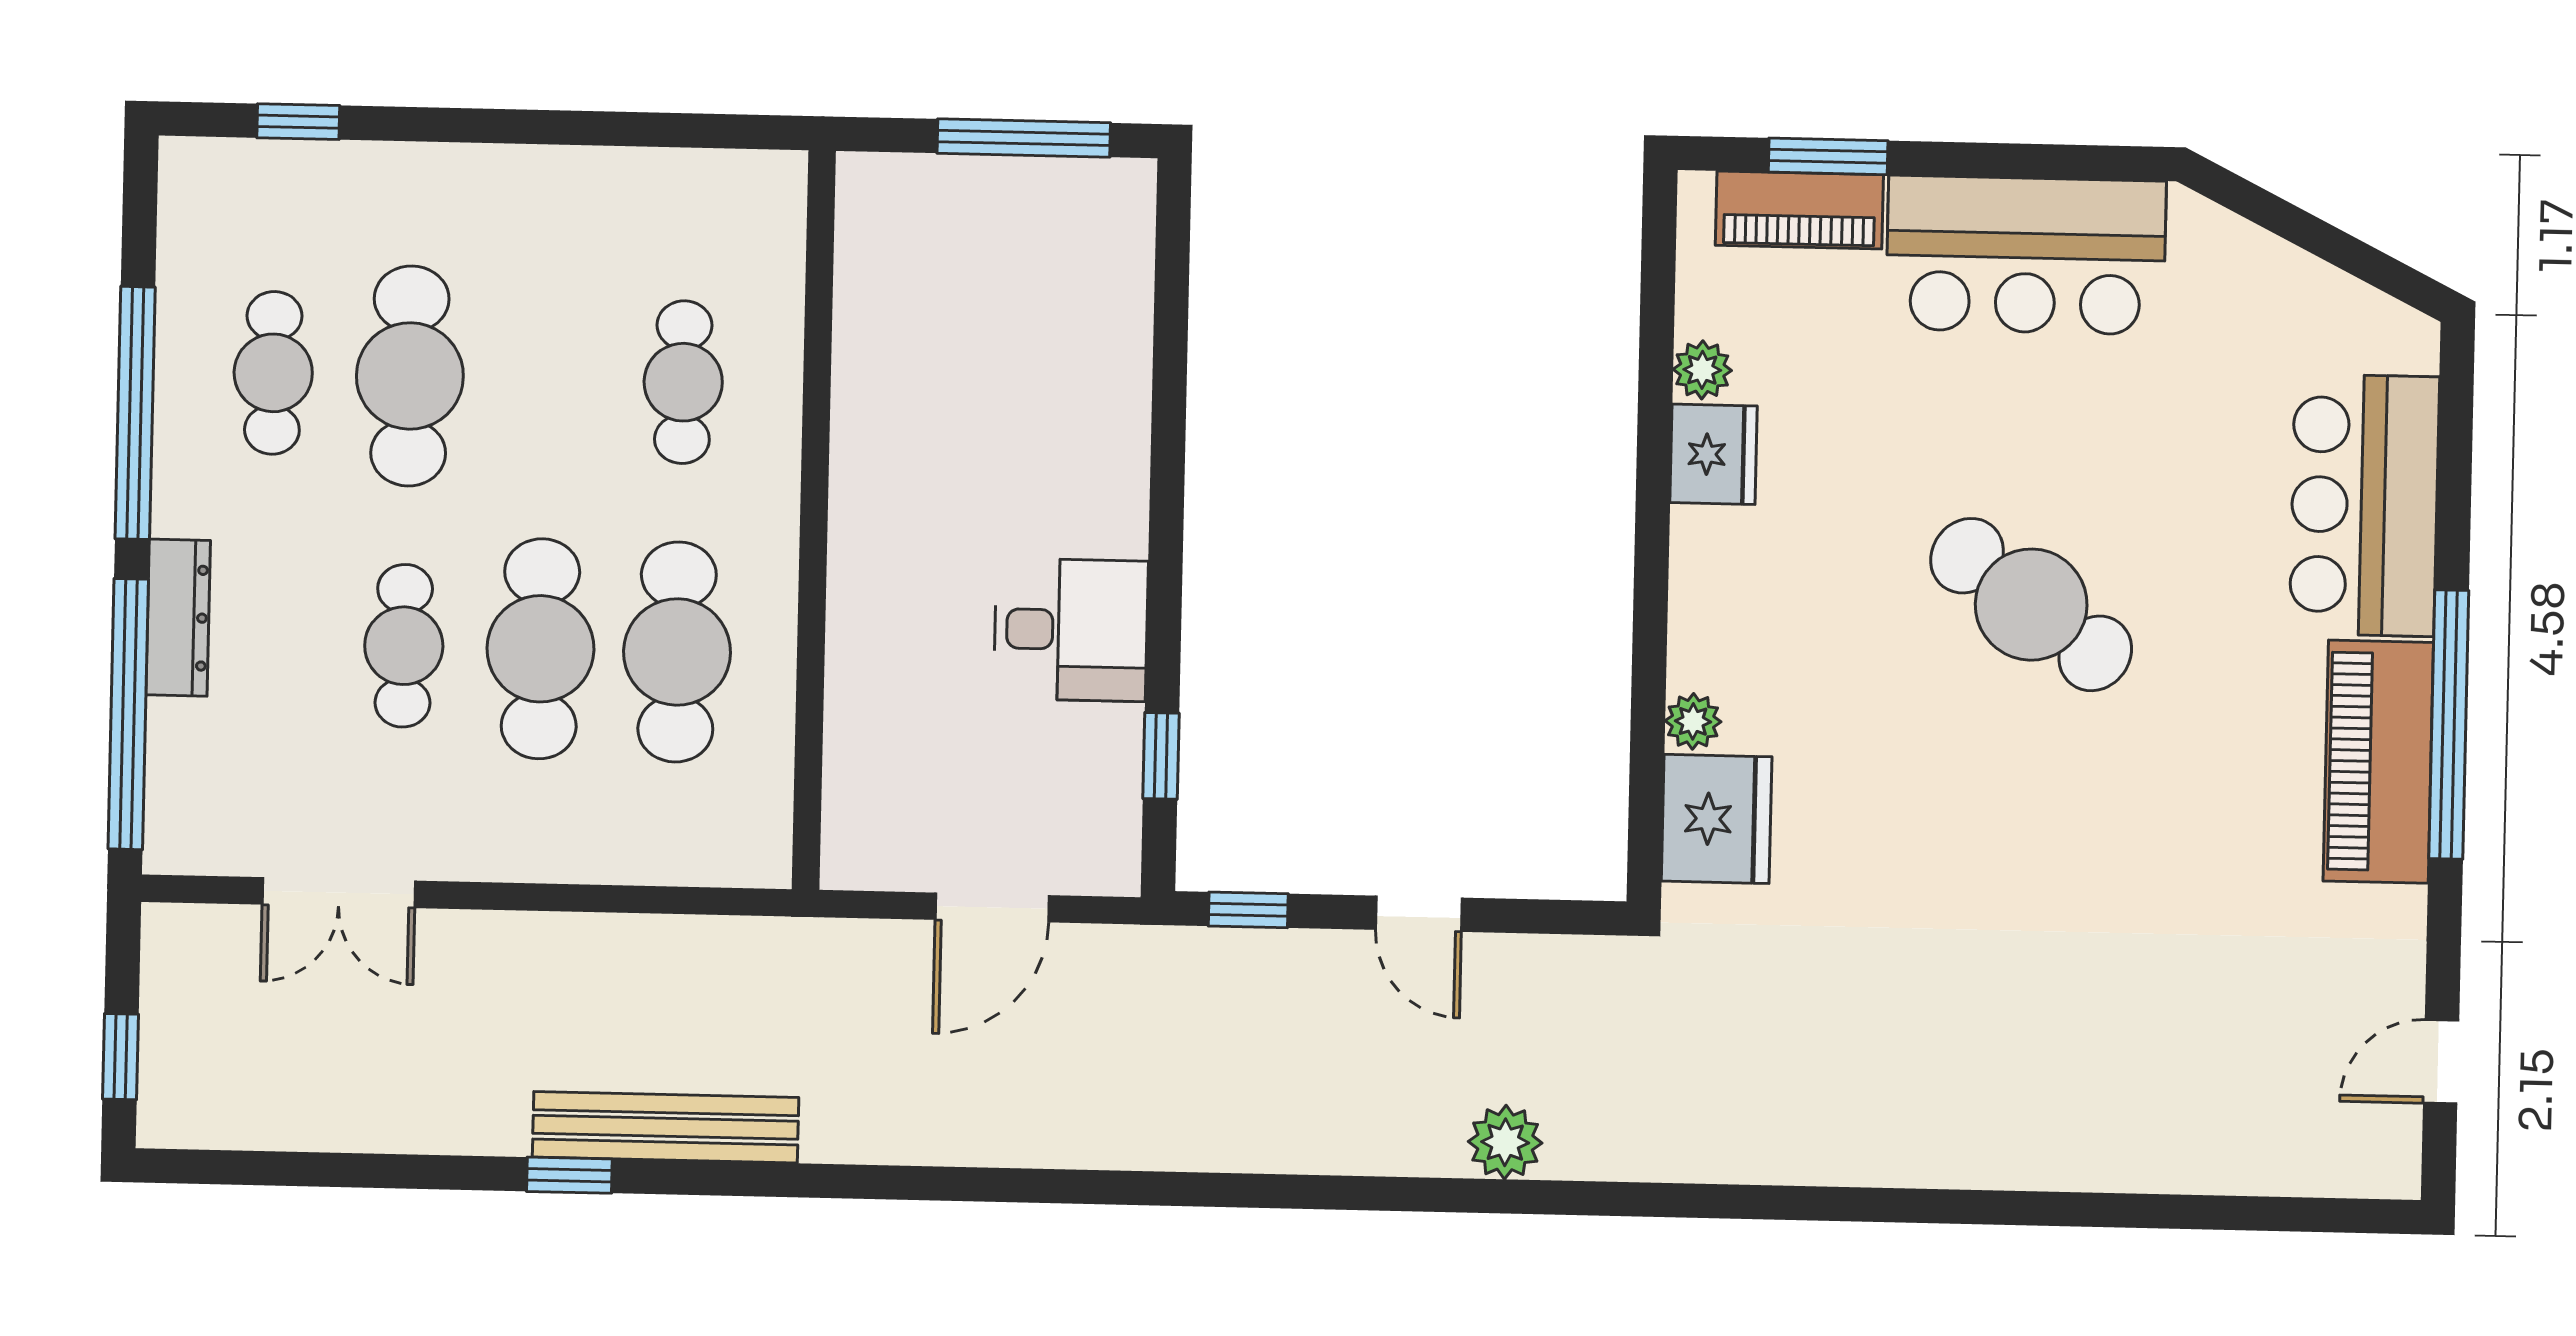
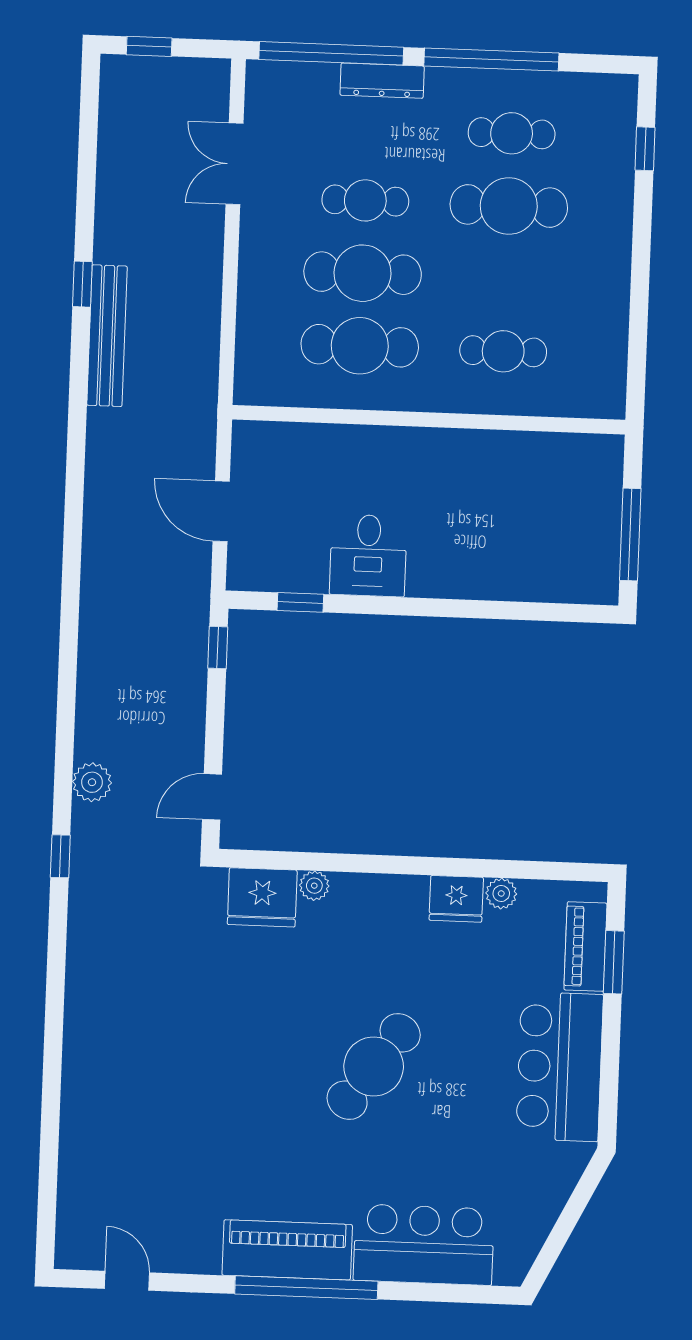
door: (1419, 914) -> (212, 797), moved
window: (1645, 1200) -> (60, 856), added

